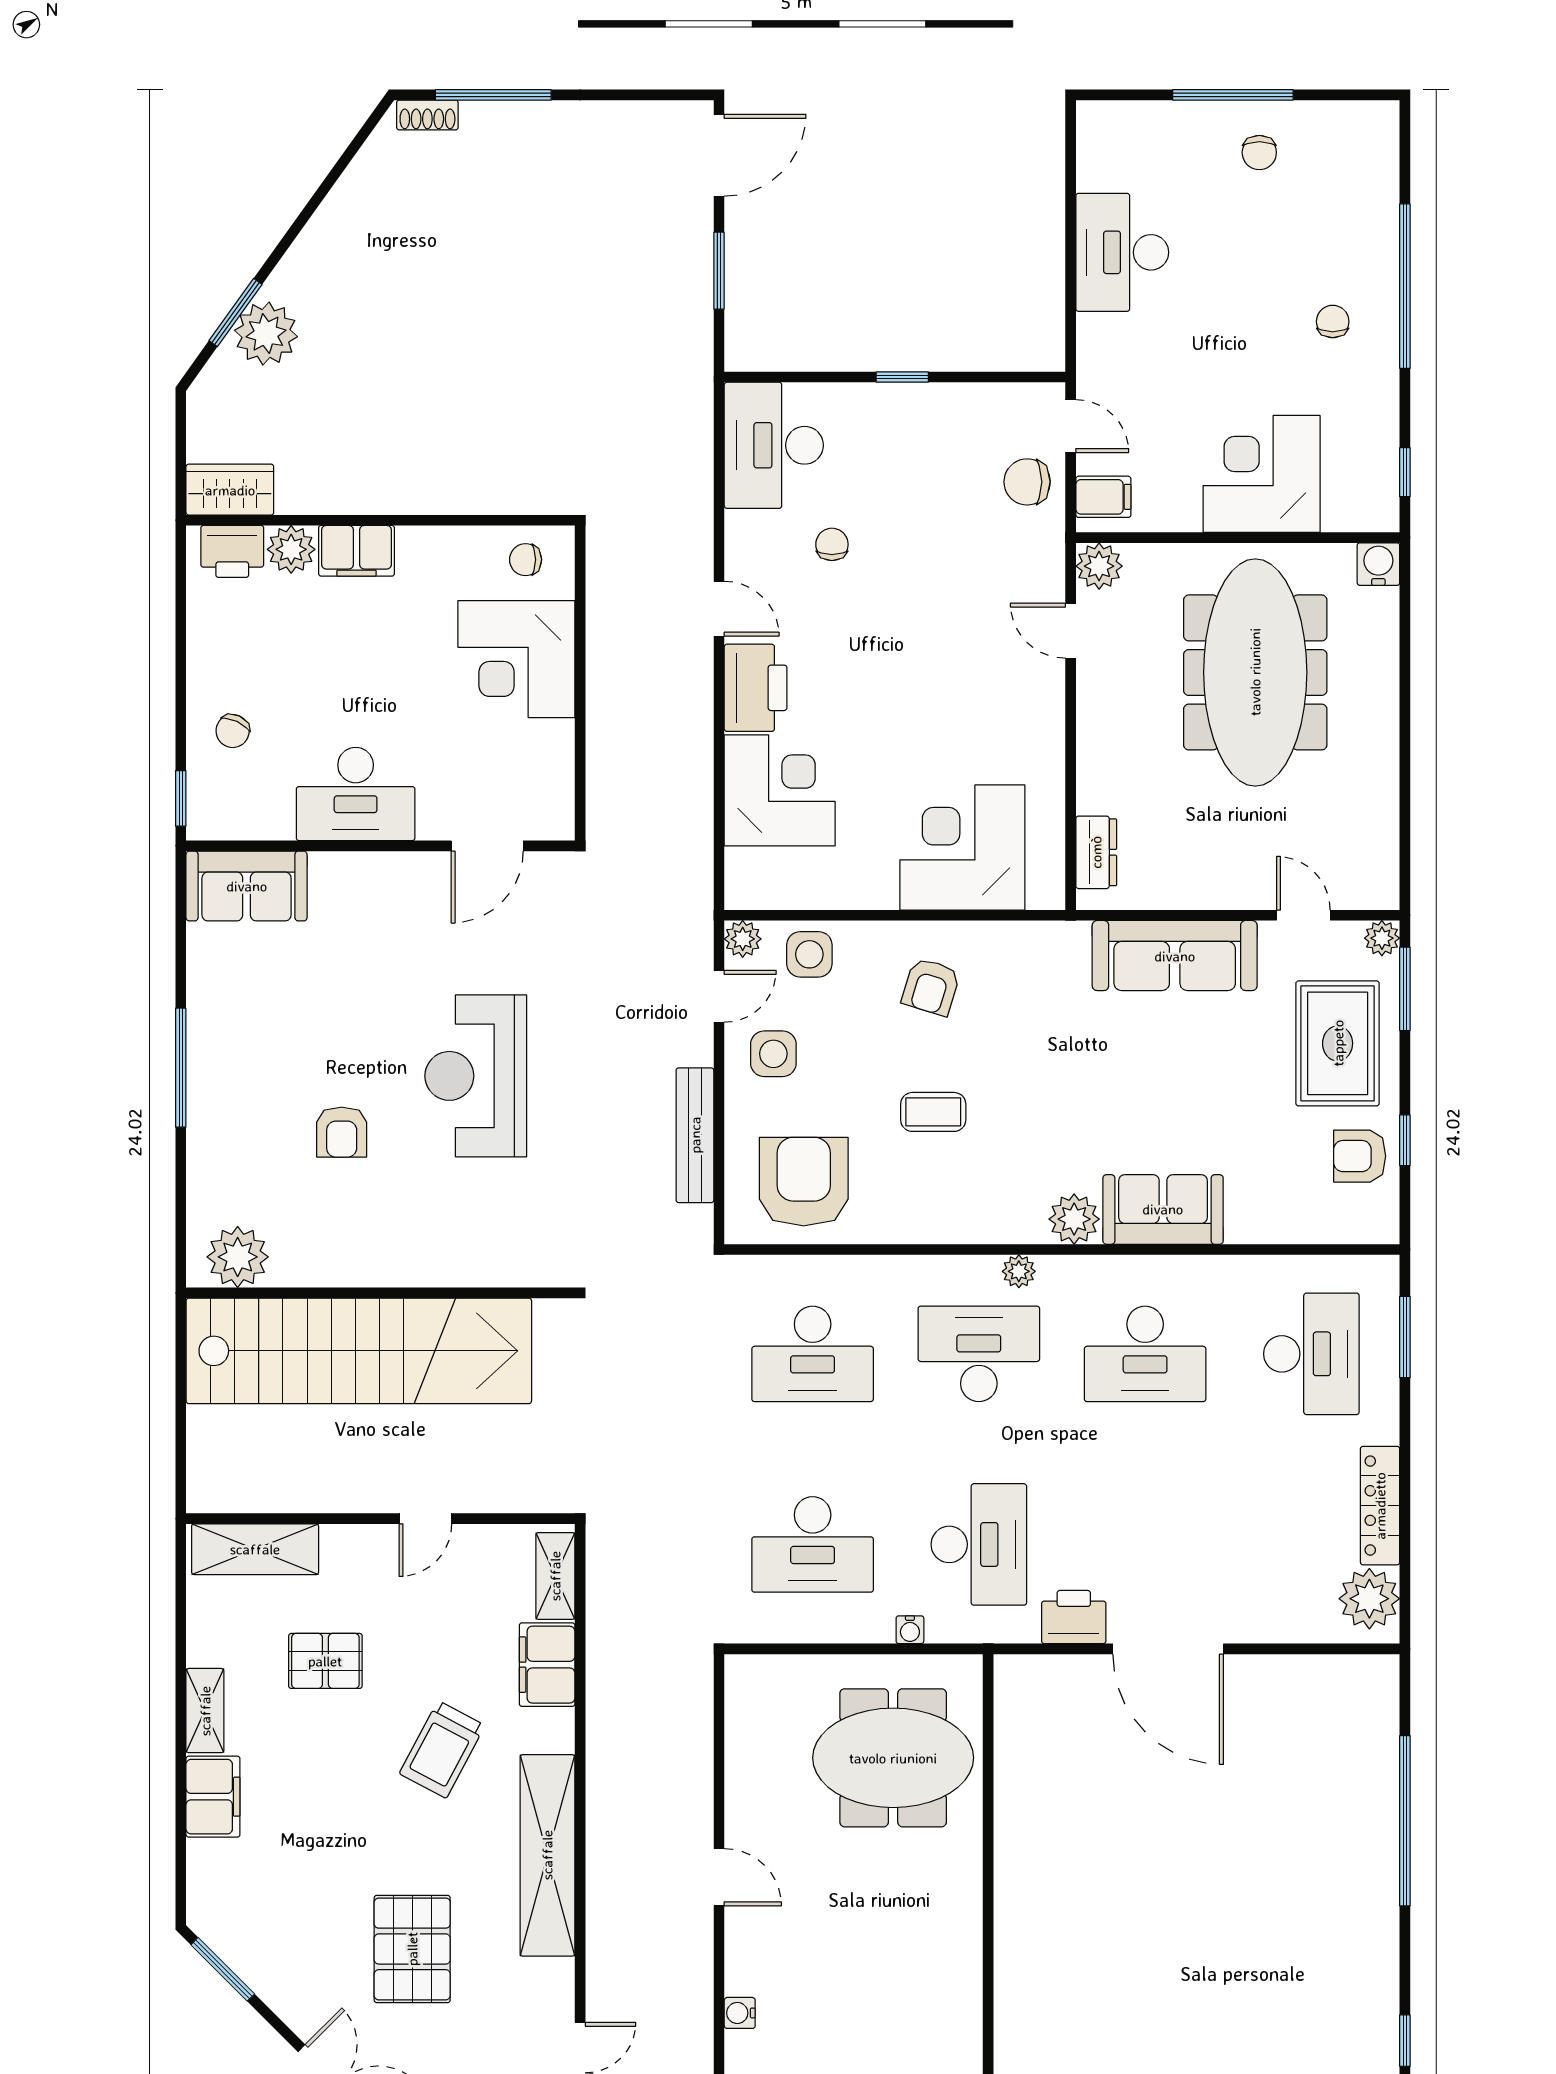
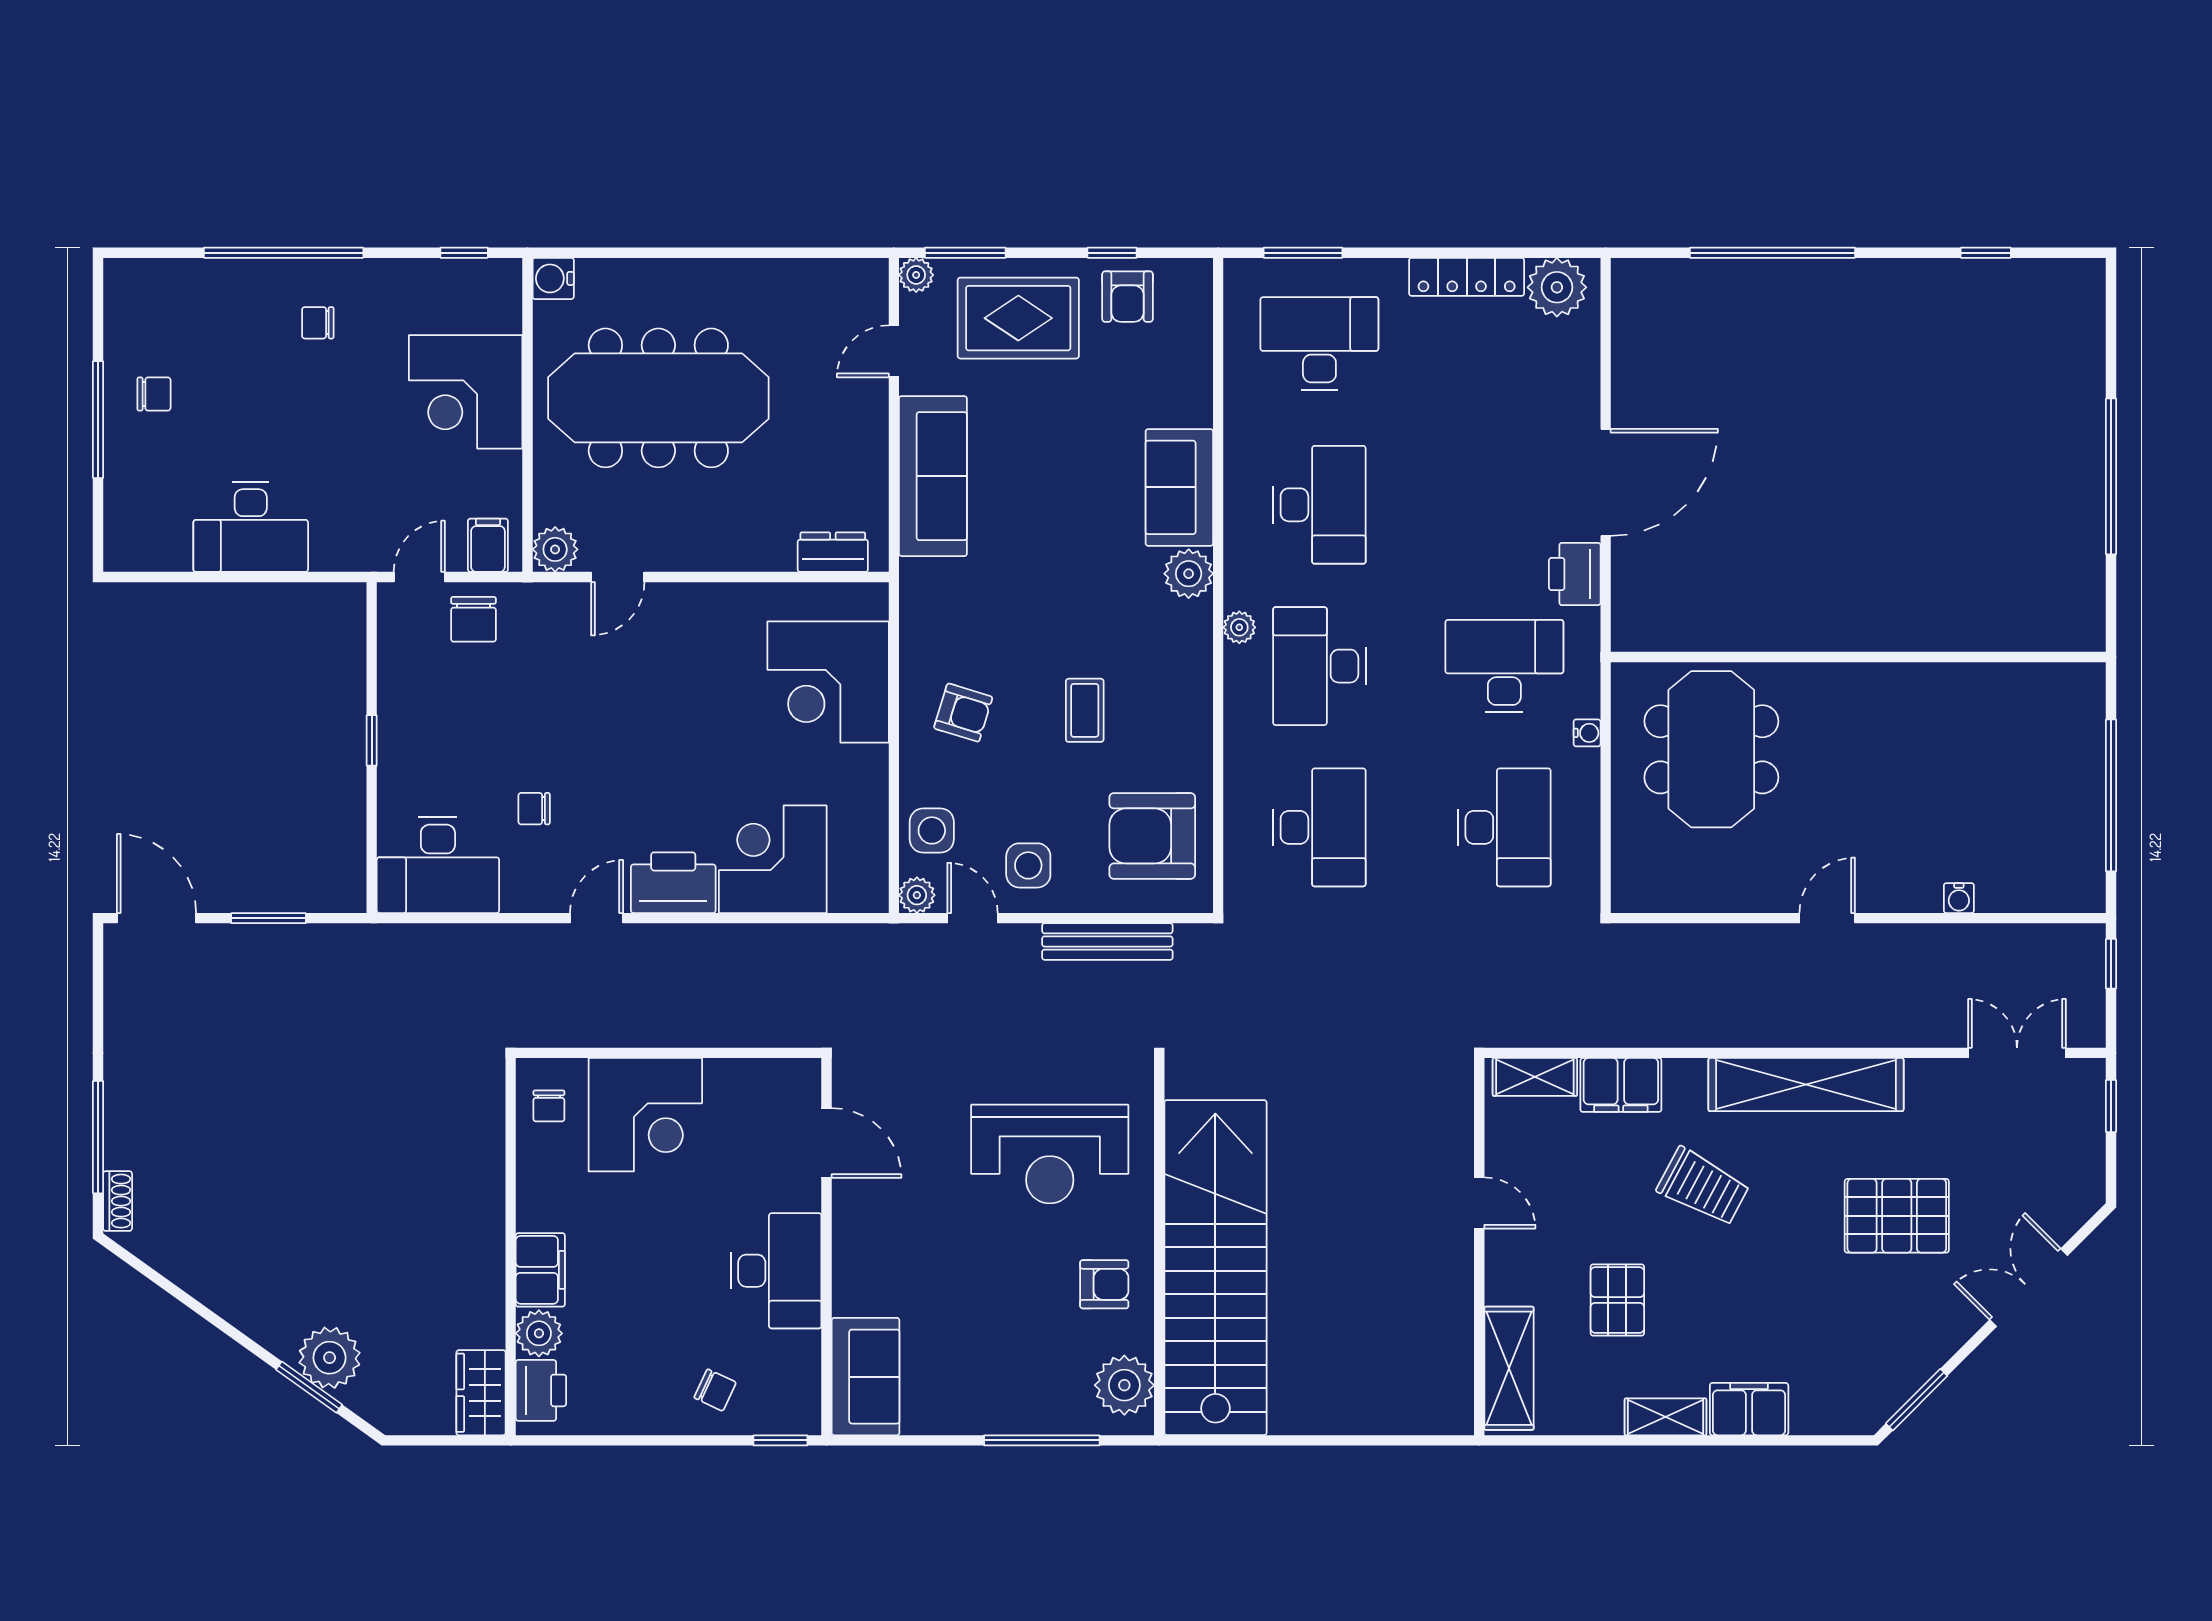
plant: (238, 1257) -> (1124, 1385), moved
wall: (380, 1293) -> (1159, 1247), moved
stairs: (359, 1351) -> (1215, 1268), moved

